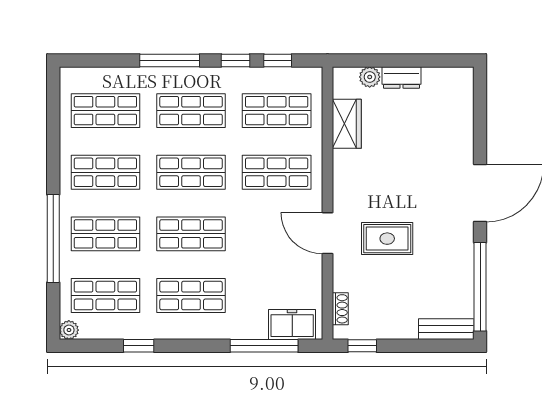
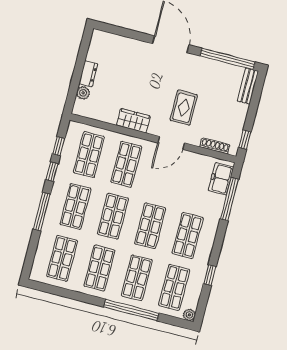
wardrobe: (347, 124) -> (133, 121), moved
shoe rack: (340, 309) -> (215, 146), width x1.43

